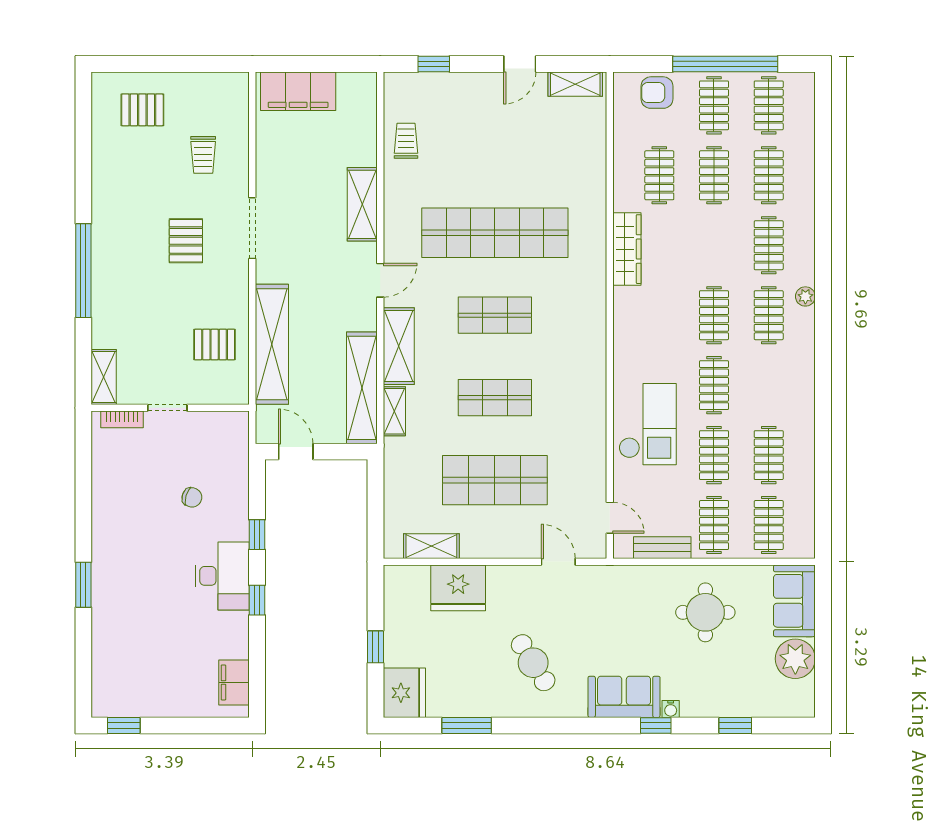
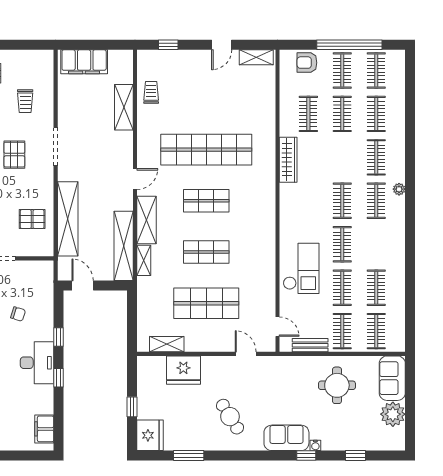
shelving: (362, 204) -> (124, 107), moved

